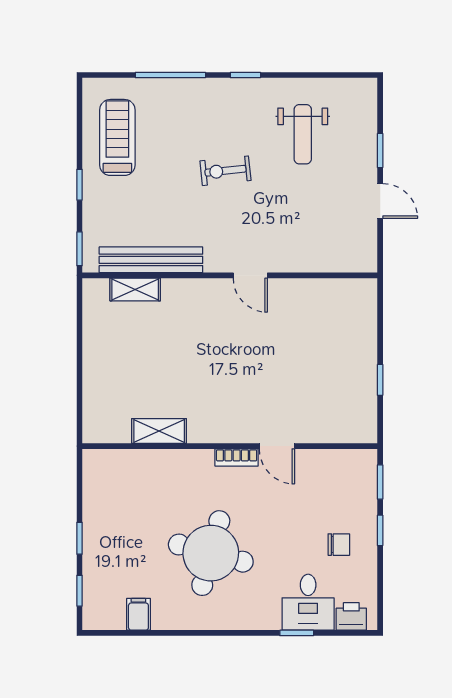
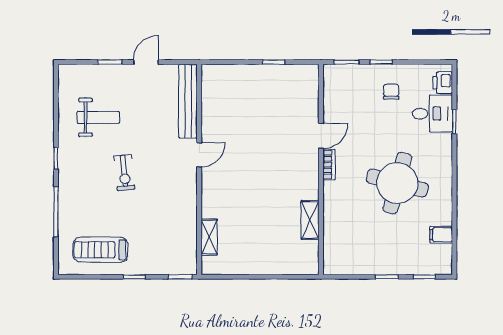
bench: (151, 260) -> (188, 101), moved

